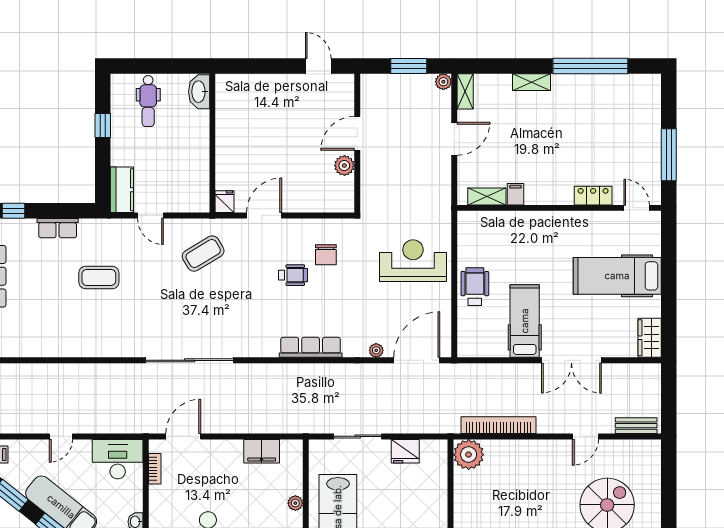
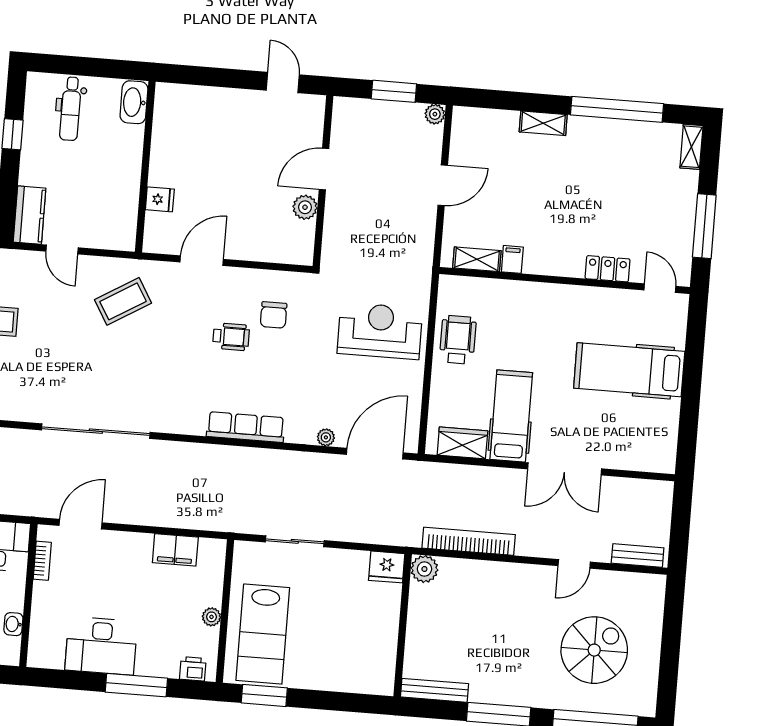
shelving: (465, 91) -> (691, 147), moved
fridge: (225, 202) -> (160, 199), moved, turned 90
wheelchair: (475, 287) -> (458, 340), moved
wardrobe: (650, 338) -> (462, 443), moved, turned 90
fridge: (405, 451) -> (387, 567), moved
plant: (469, 455) -> (424, 569), width x0.73, depth x0.73

